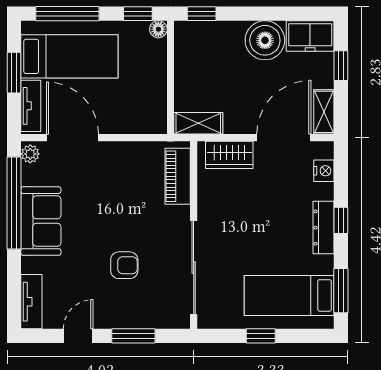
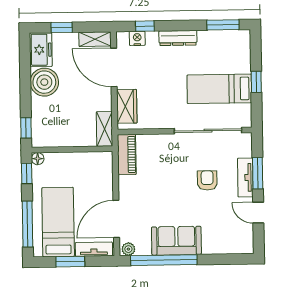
piano: (178, 176) -> (127, 155), moved, turned -90
window: (341, 220) -> (145, 26), moved
bed: (289, 295) -> (219, 89), moved, turned 90
tv unit: (31, 302) -> (245, 178), moved, turned -90

